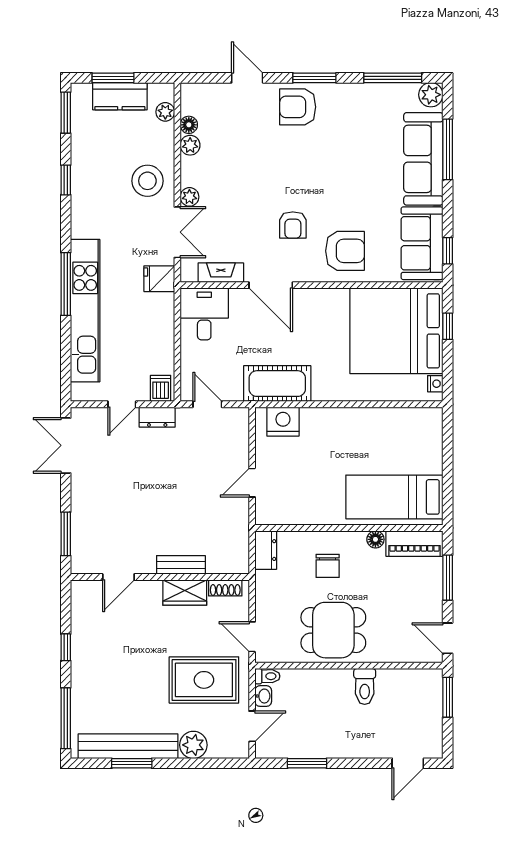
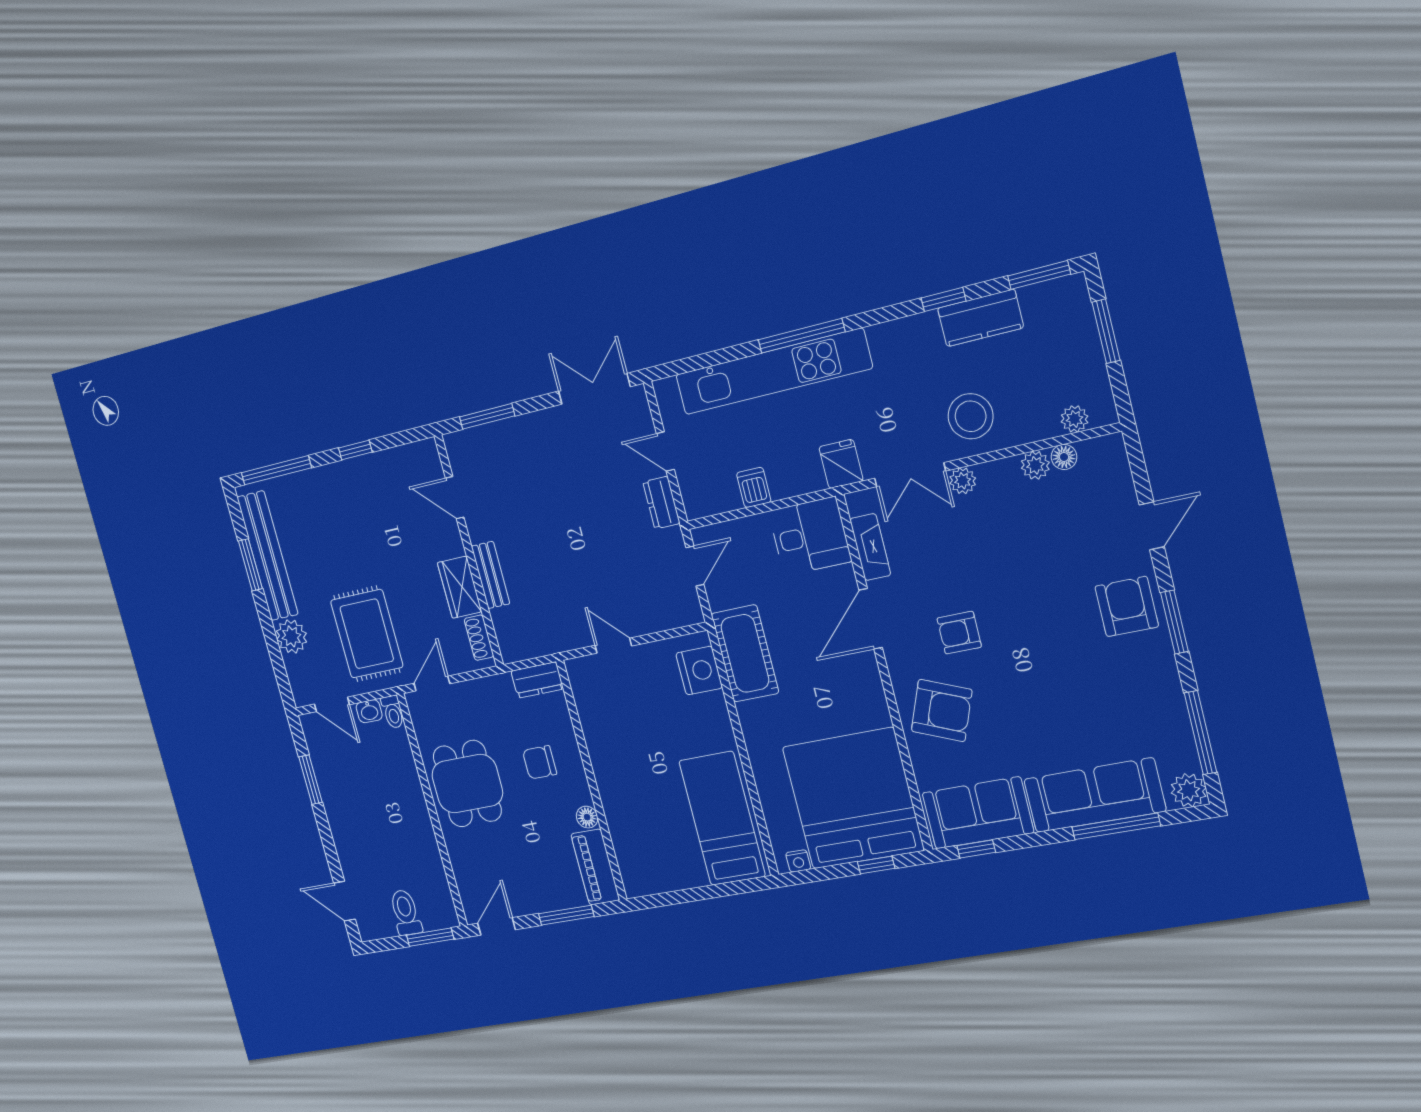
kitchen counter: (120, 96) -> (980, 318), moved, turned -90
armchair: (345, 251) -> (942, 710), turned -68
dishwasher: (161, 388) -> (754, 487), moved, turned -90
bed: (394, 497) -> (722, 819), moved
toilet: (365, 686) -> (406, 913), moved, turned 90

